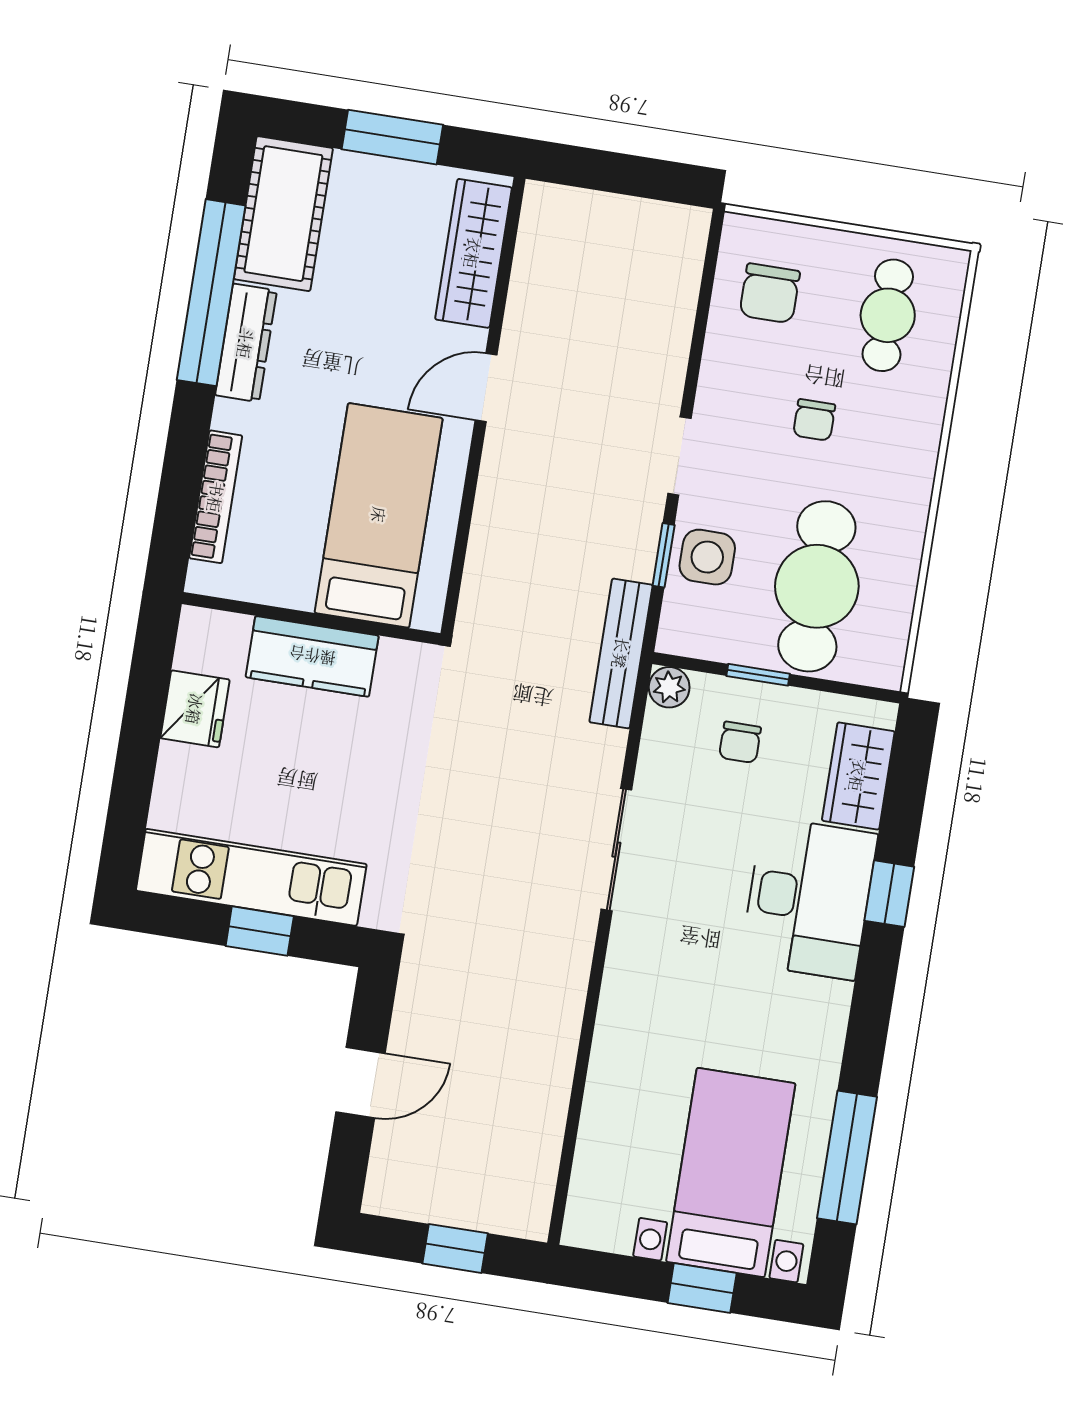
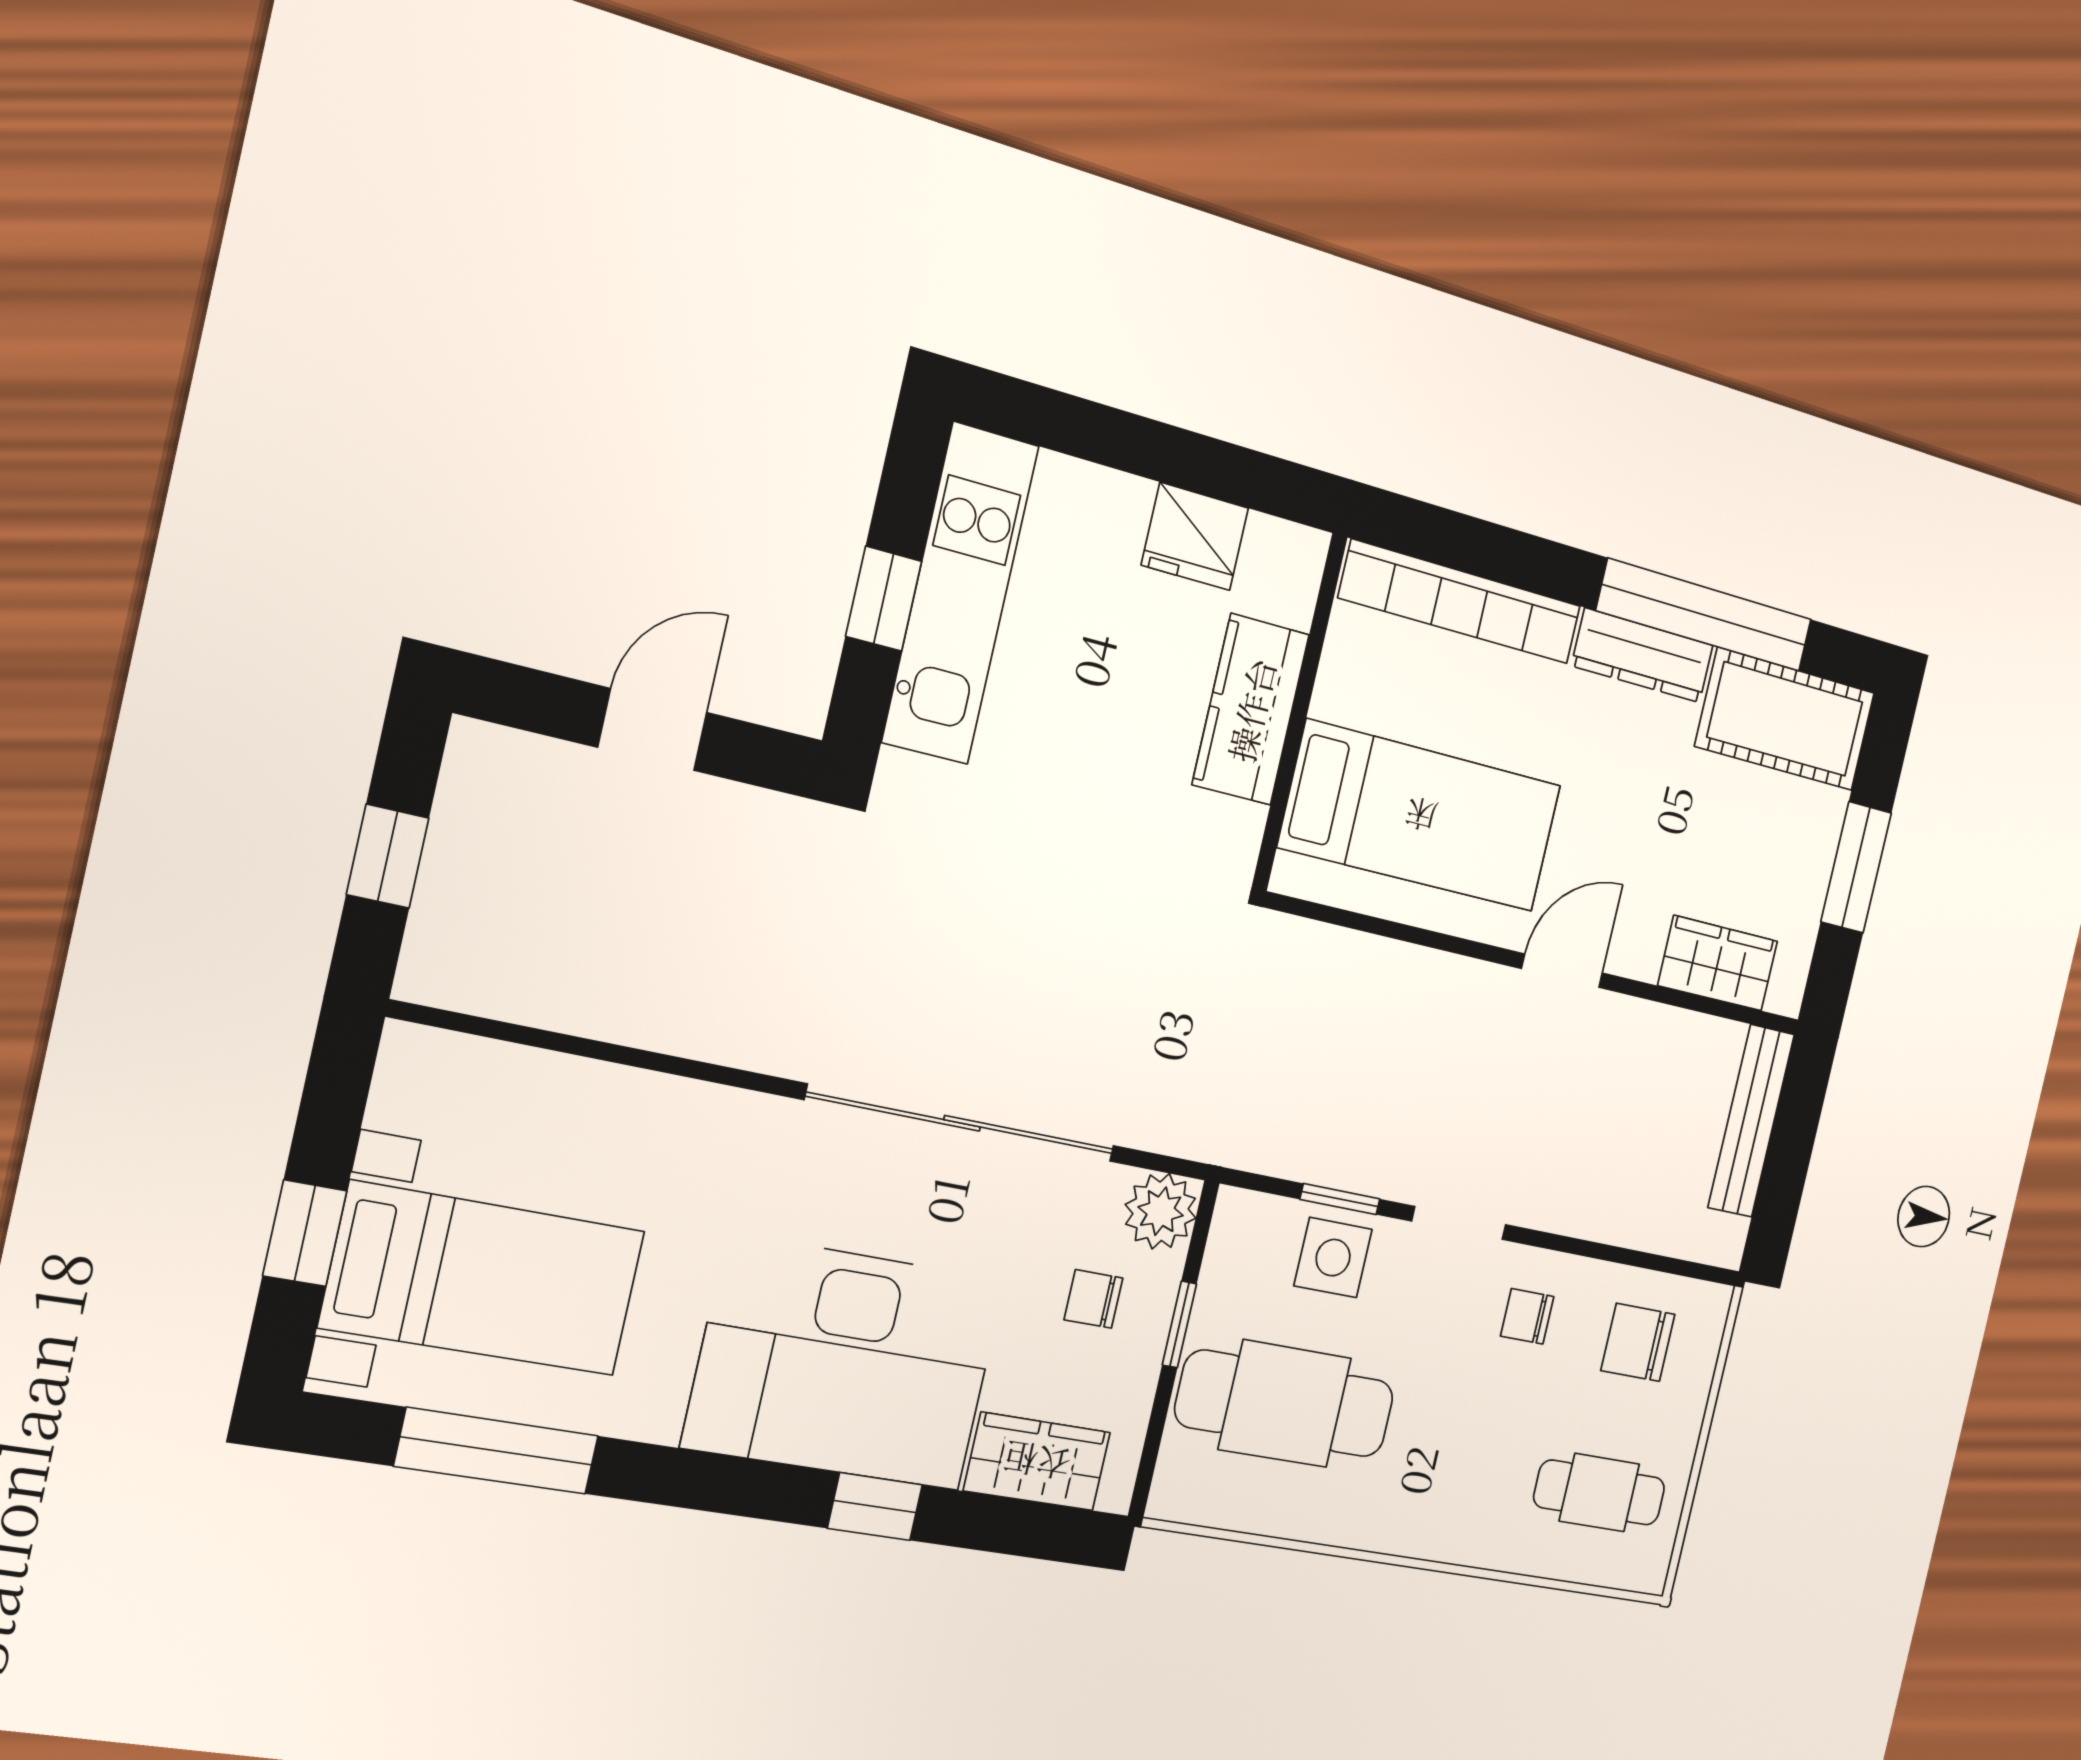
wardrobe: (473, 253) -> (1718, 963), width x0.67
door: (486, 388) -> (1562, 971), hinge flipped
chair: (814, 420) -> (1527, 1316), moved
bookcase: (216, 497) -> (1461, 602), width x1.48, depth x1.31
bench: (621, 653) -> (1751, 1121), moved, turned 90
plant: (669, 687) -> (1161, 1211), width x1.38, depth x1.38
sliding door: (616, 850) -> (962, 1123), width x1.86
desk: (809, 898) -> (845, 1363), width x1.36, depth x1.30
door: (360, 1083) -> (652, 730), swing flipped

